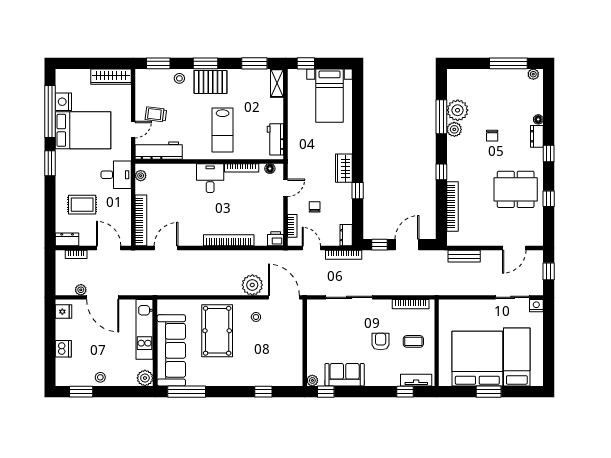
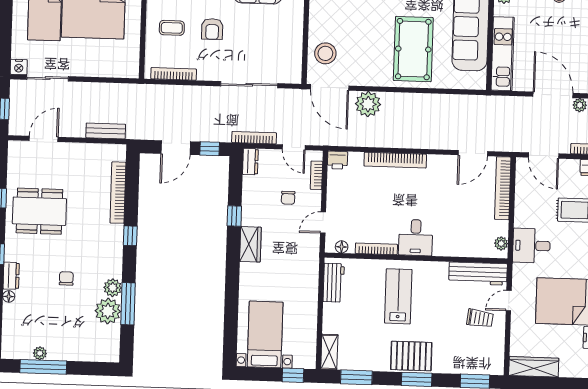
plant: (533, 74) -> (40, 353), moved
stool: (179, 78) -> (449, 362), removed
stool: (256, 317) -> (325, 53), moved, width x1.89, depth x1.89

